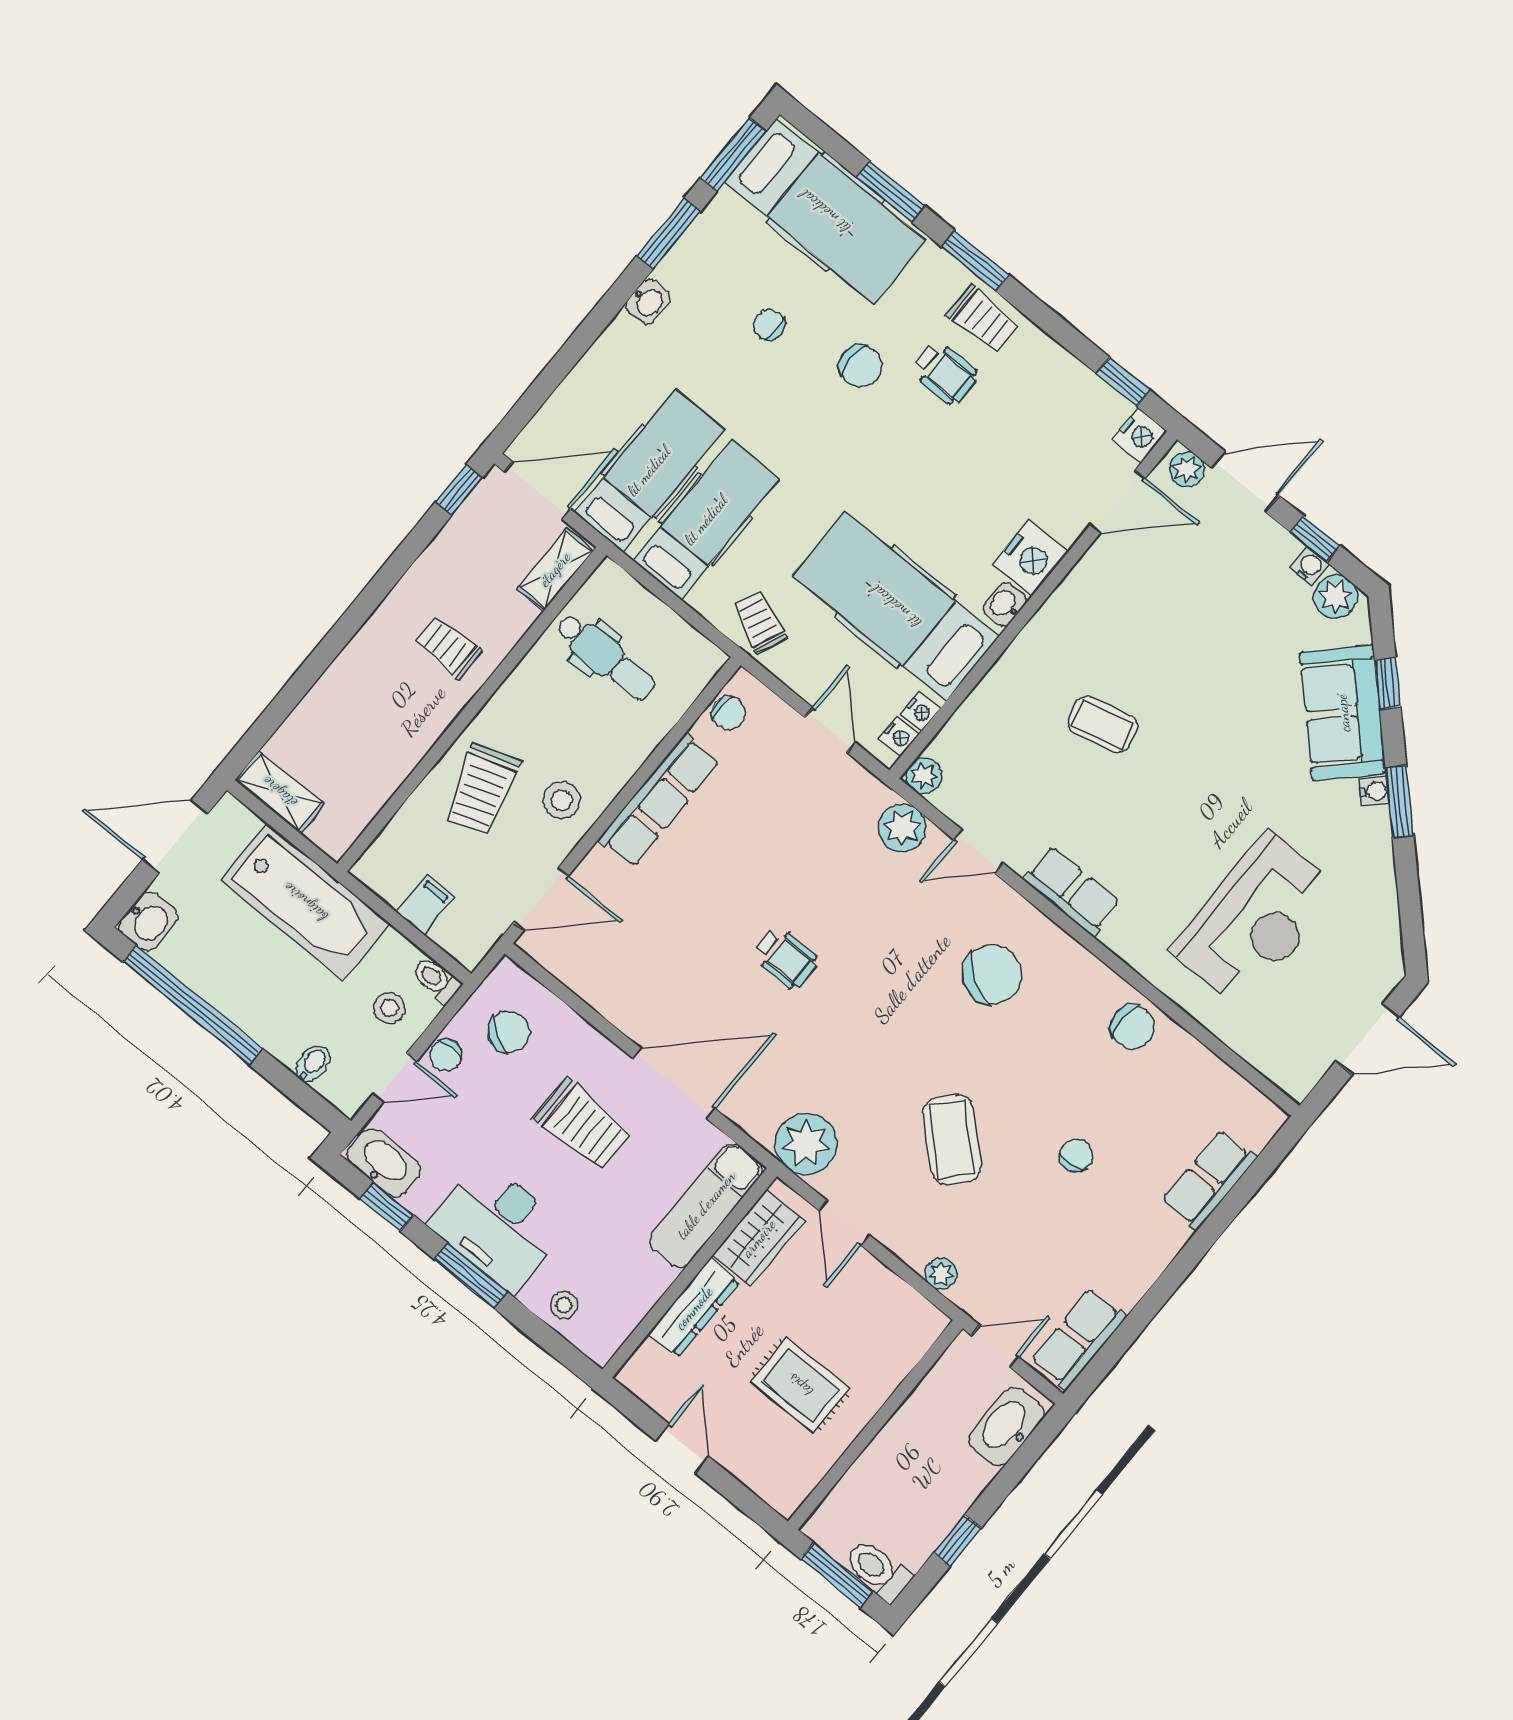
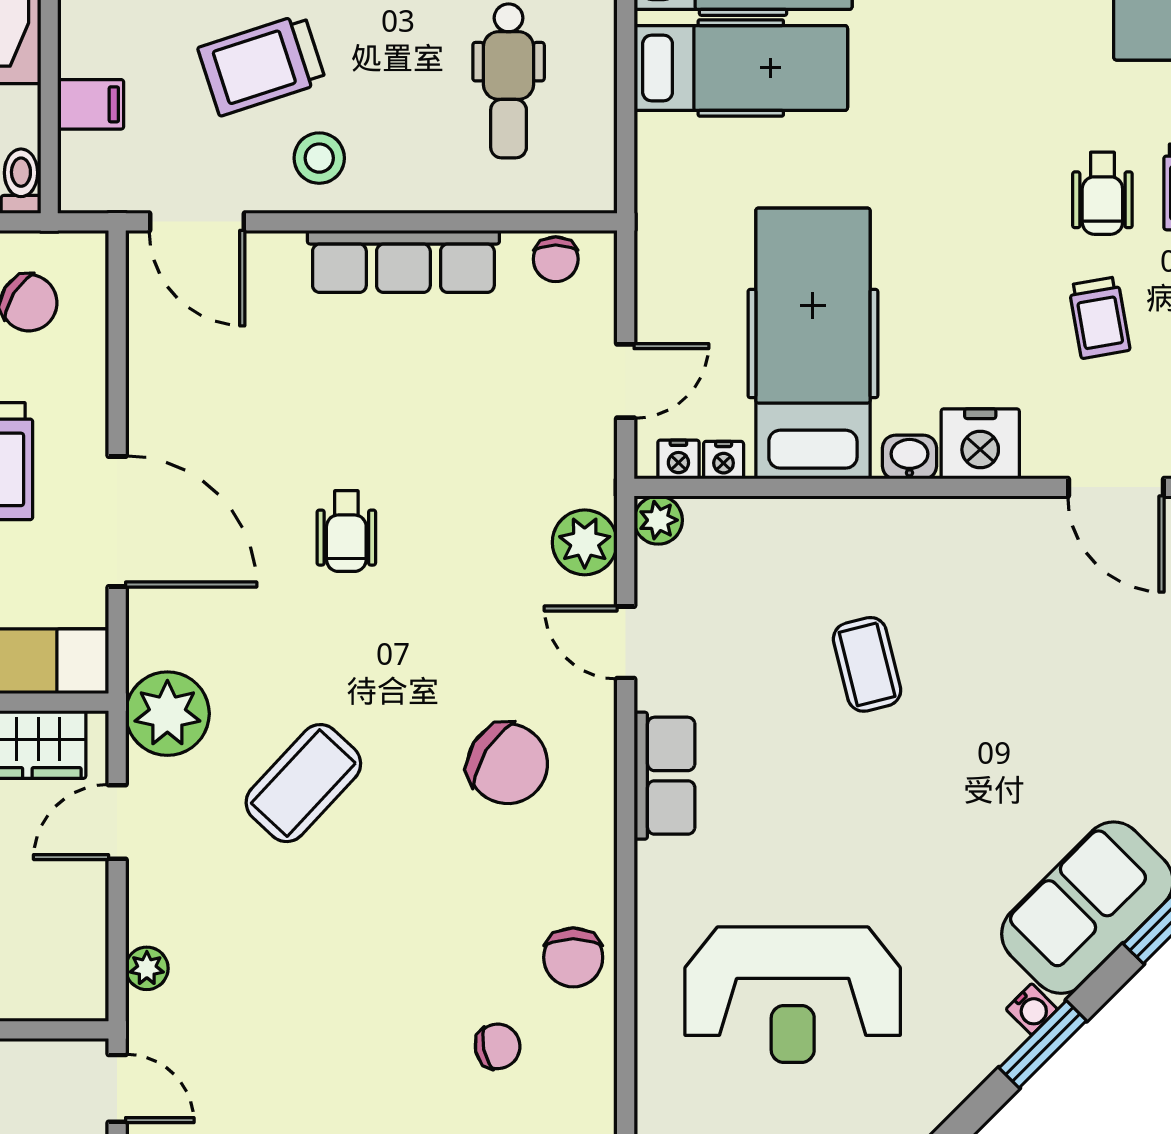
chair: (860, 366) -> (1036, 98), removed
trolley: (759, 622) -> (1099, 318), moved, turned 146
coffee table: (952, 1139) -> (303, 783), moved
chair: (1076, 1155) -> (498, 1046), moved

